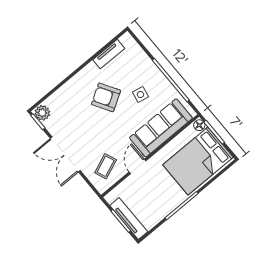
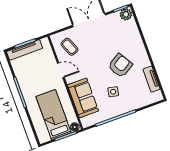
sofa: (161, 128) -> (83, 98), width x0.73
bed: (198, 161) -> (54, 115), width x0.67

